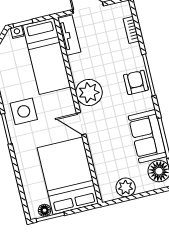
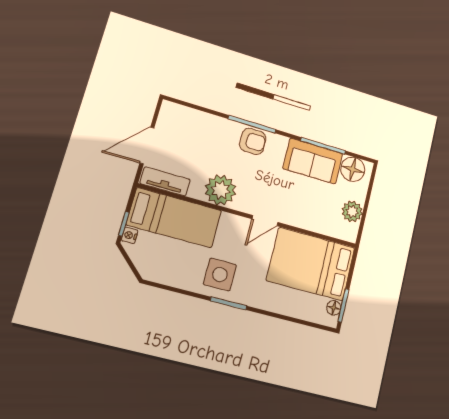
bookcase: (131, 30) -> (196, 115), removed
armchair: (136, 82) -> (253, 141), turned 180
plant: (89, 92) -> (221, 190), moved

